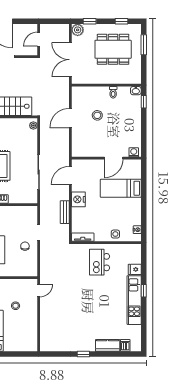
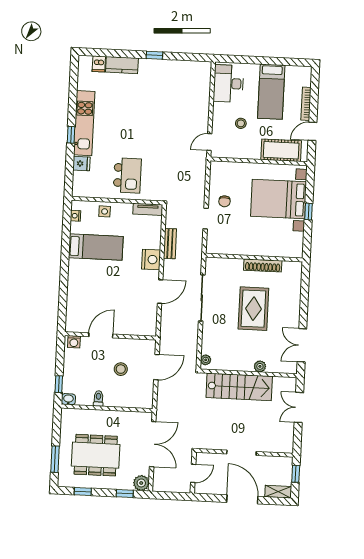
washing machine: (134, 152) -> (74, 342), moved
wall: (106, 158) -> (110, 336), moved
door: (114, 158) -> (101, 335), moved
bed: (121, 188) -> (96, 247), moved
desk: (26, 335) -> (229, 83), added

